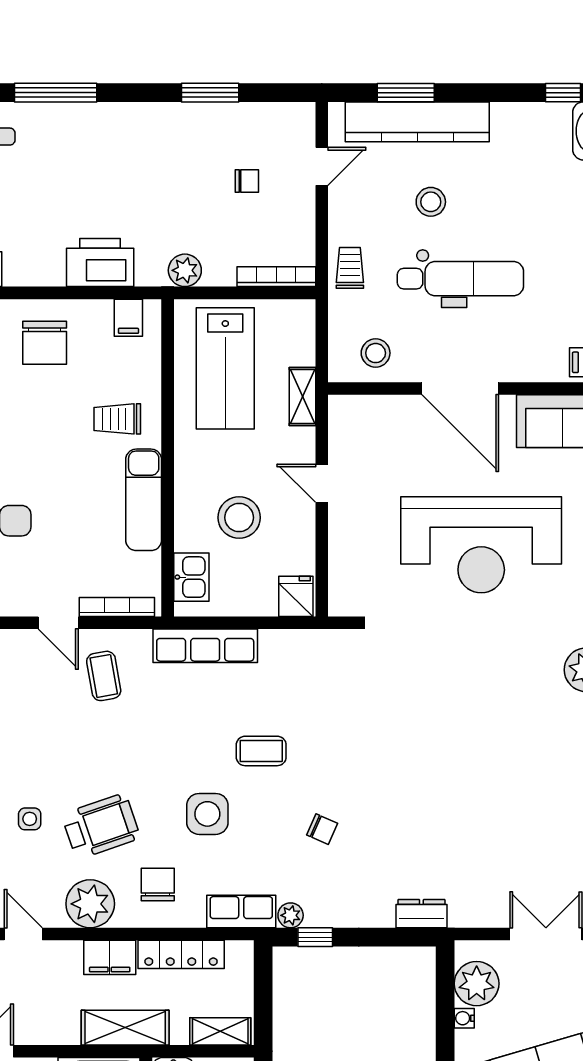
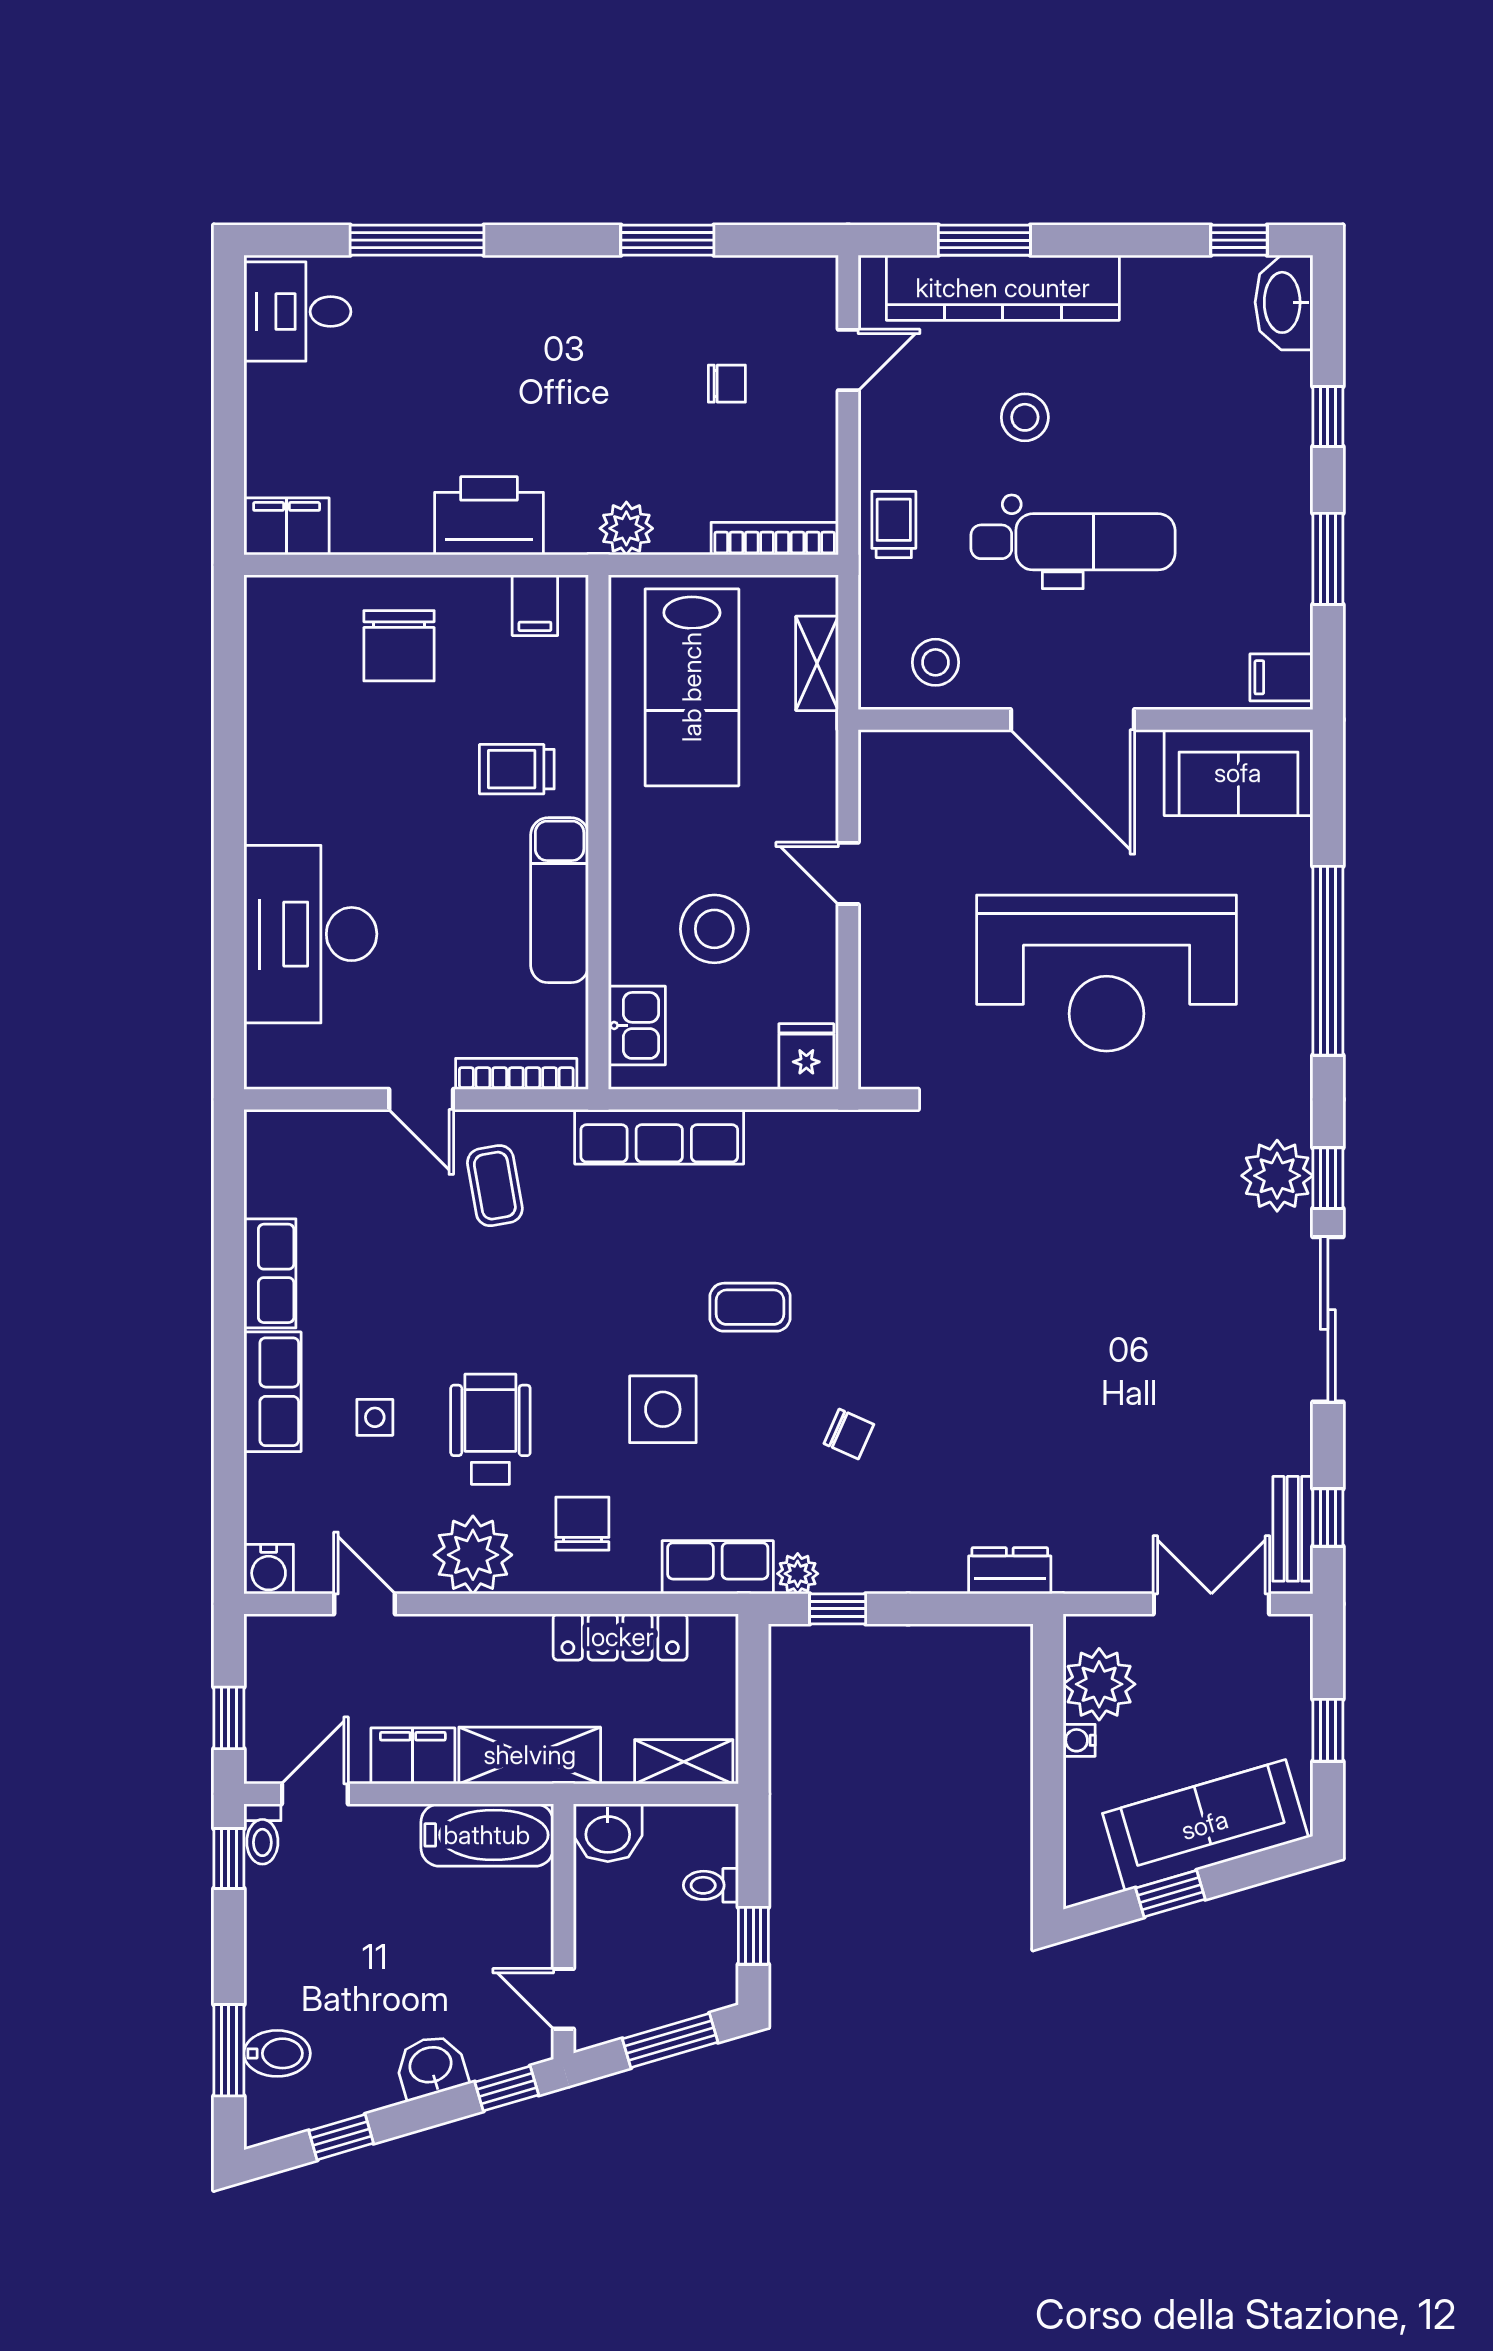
shelving: (302, 397) -> (817, 663), moved
wheelchair: (101, 826) -> (490, 1429), turned -71
filing cabinet: (110, 957) -> (413, 1756), moved, turned 180

